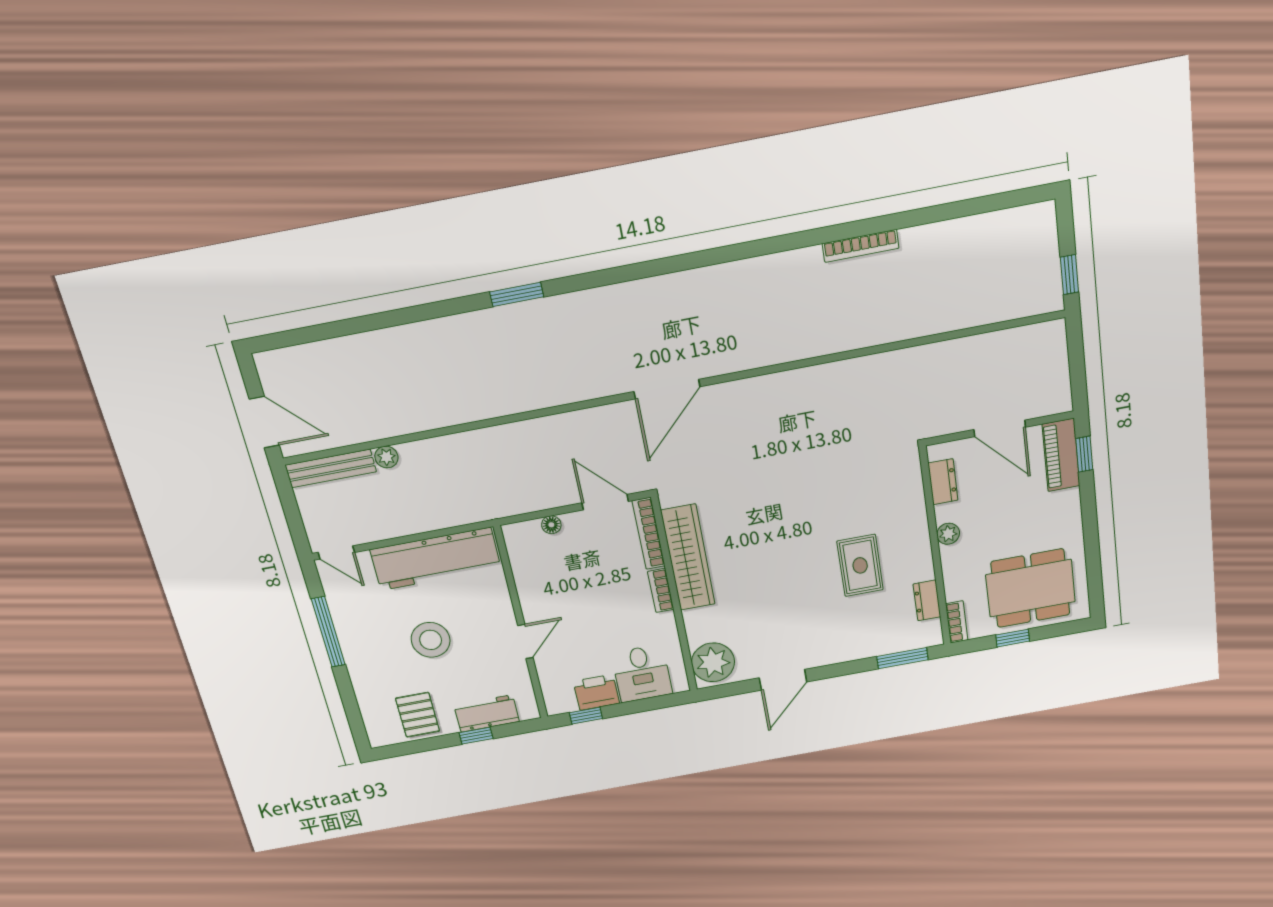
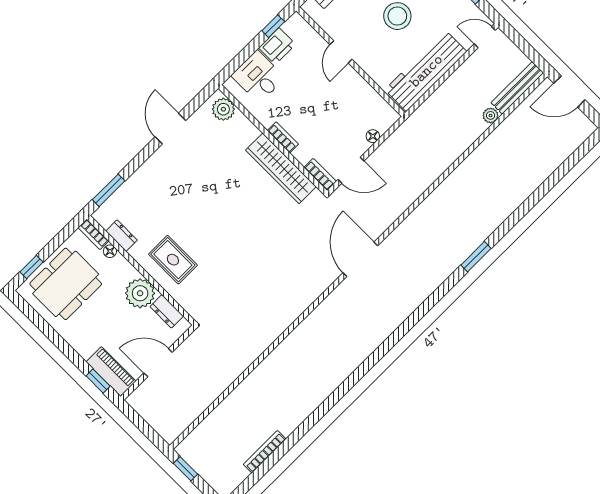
bookcase: (861, 246) -> (265, 452), moved
bookcase: (649, 534) -> (320, 174), width x0.64
plant: (948, 534) -> (140, 293), width x1.88, depth x1.88
rug: (860, 565) -> (173, 260), moved
floor lamp: (953, 592) -> (110, 251), added
window: (1013, 638) -> (31, 267), moved
plant: (713, 662) -> (223, 109), width x0.73, depth x0.73

